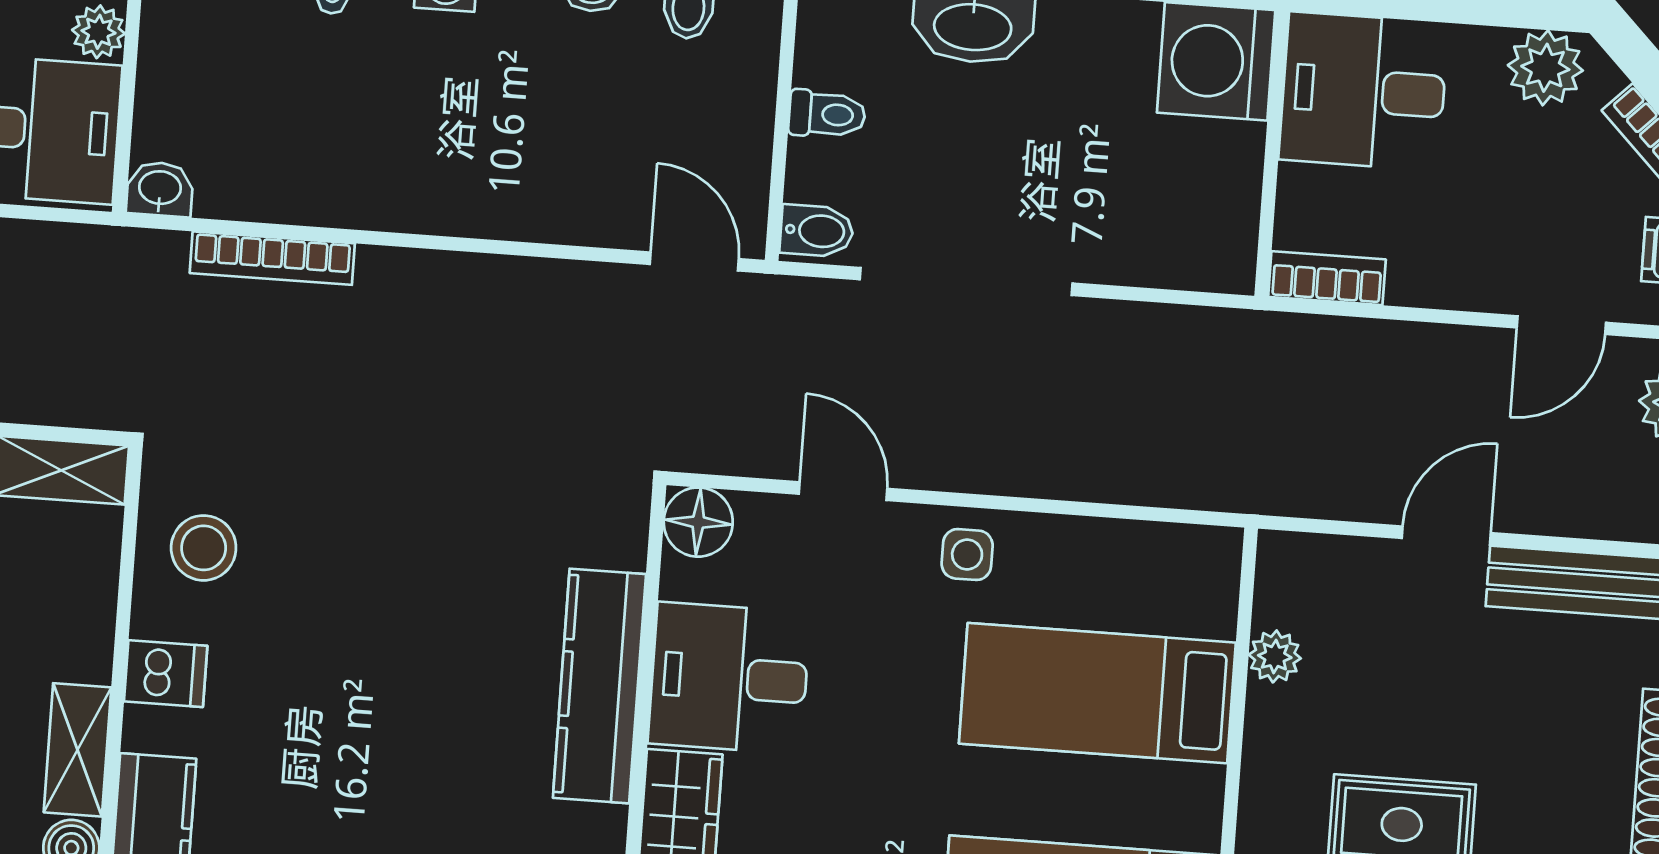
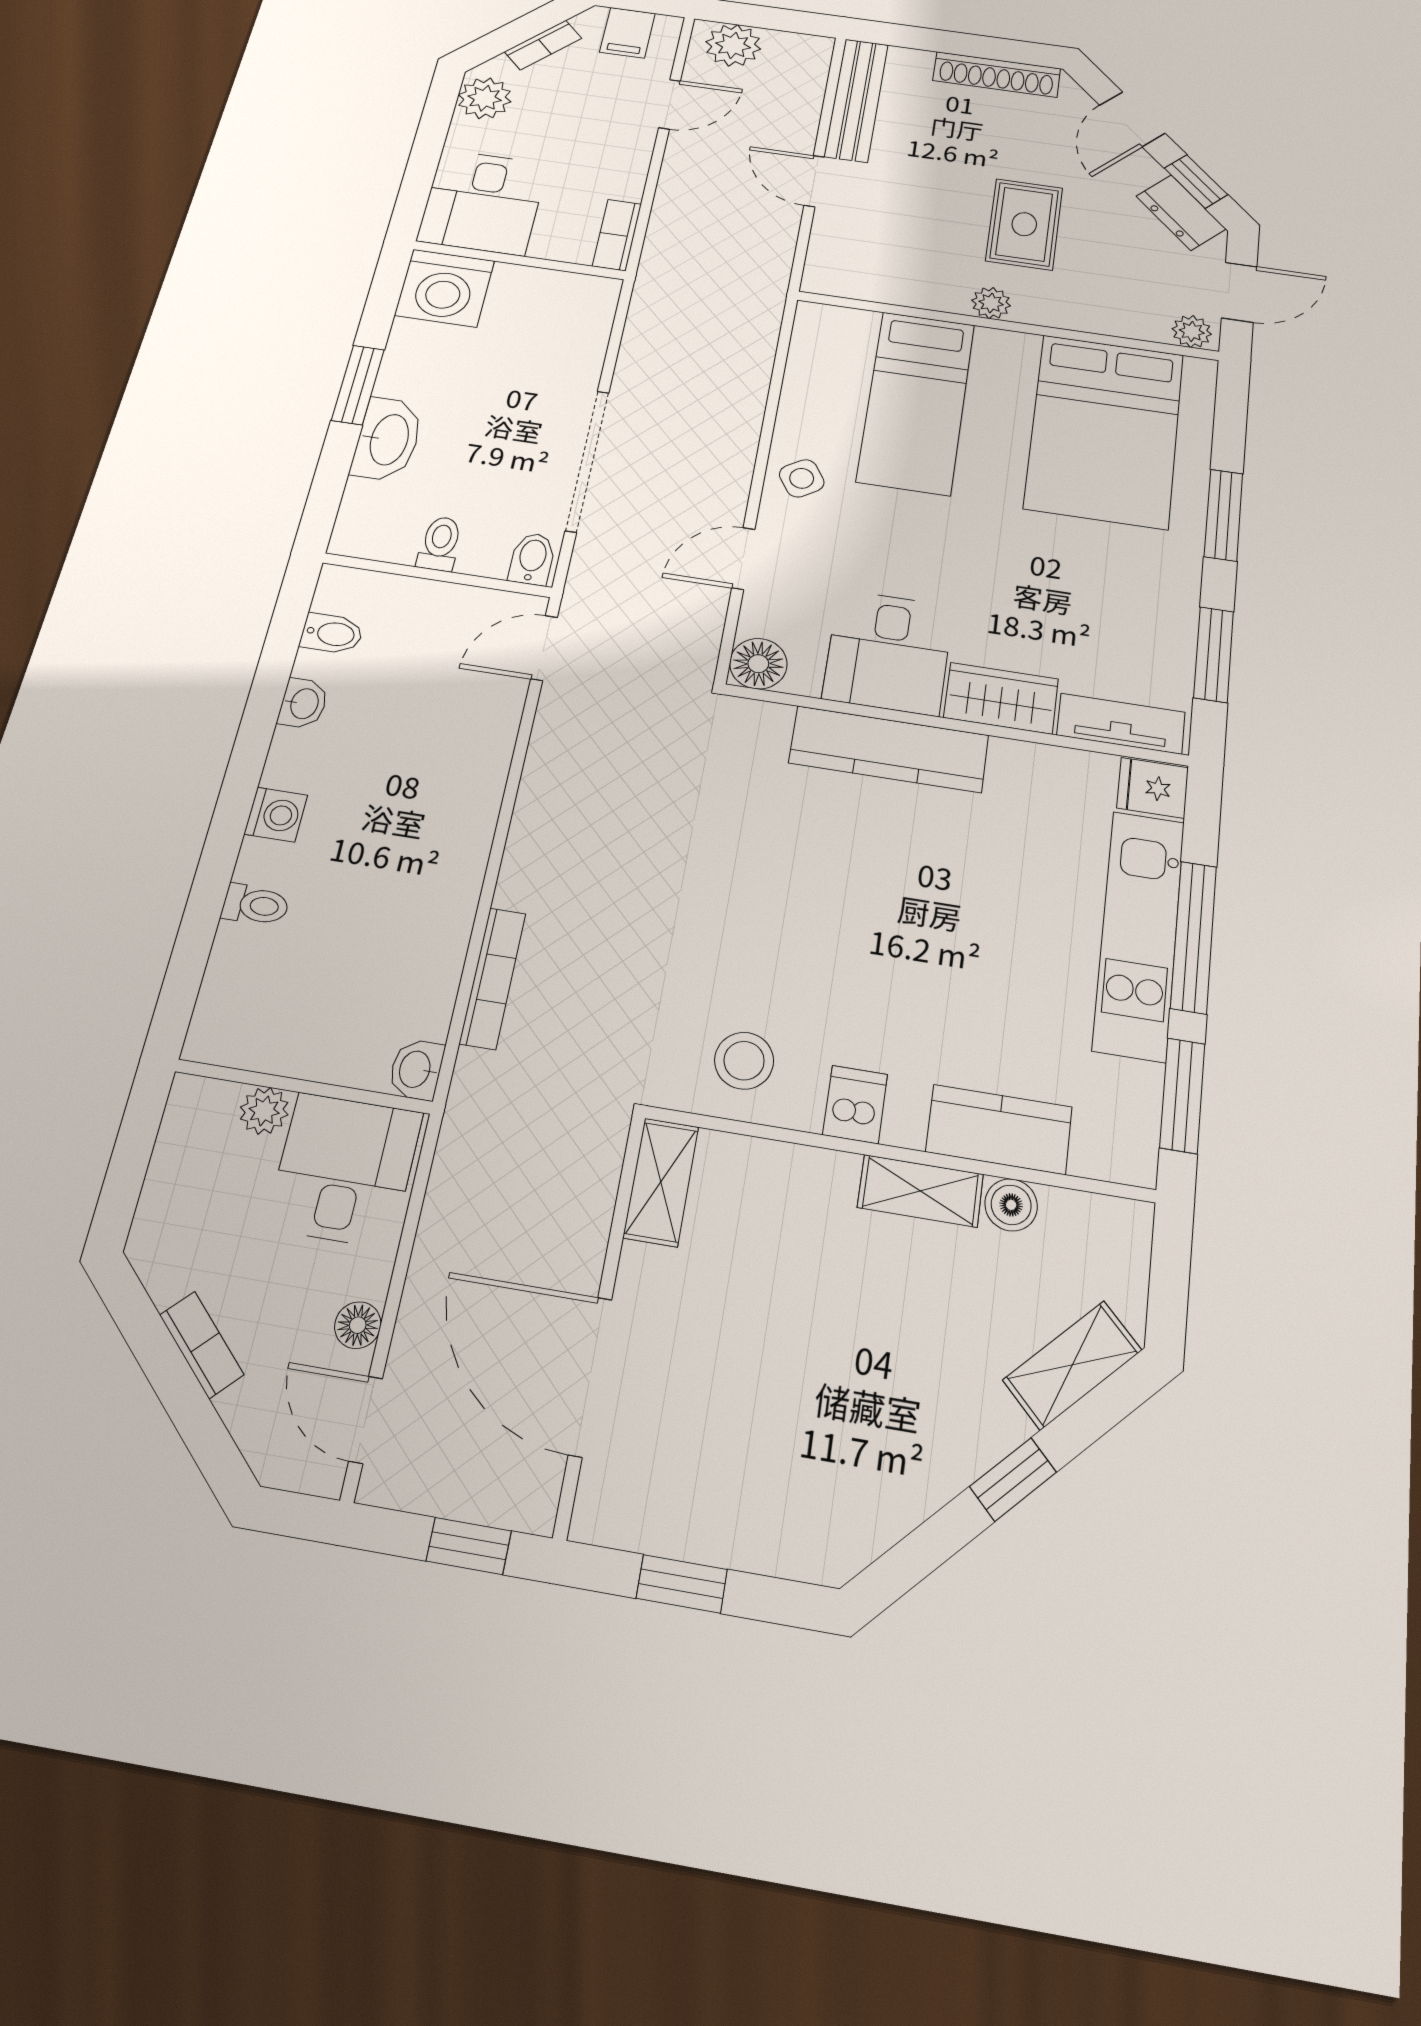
door: (1561, 325) -> (670, 104), hinge flipped
side table: (967, 555) -> (802, 478), turned -33
plant: (1275, 656) -> (991, 303), moved

